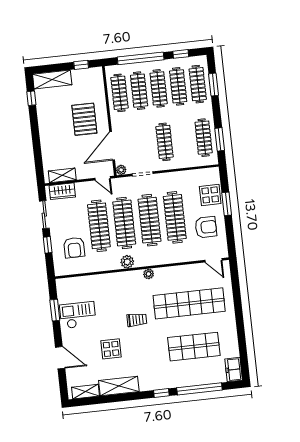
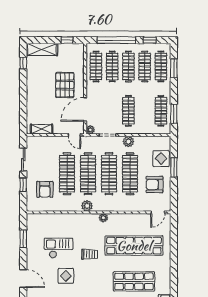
plant: (168, 179) -> (128, 142), added
wardrobe: (62, 191) -> (40, 142), removed
armchair: (206, 227) -> (155, 185), turned 180
door: (214, 260) -> (158, 212), hinge flipped
checkout: (78, 315) -> (59, 248), moved

